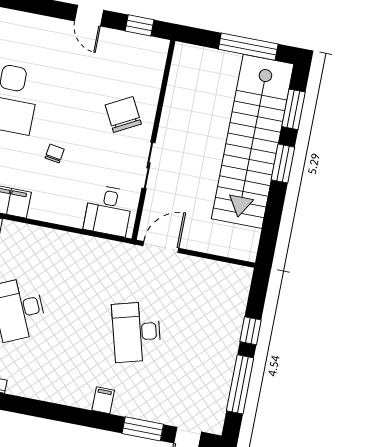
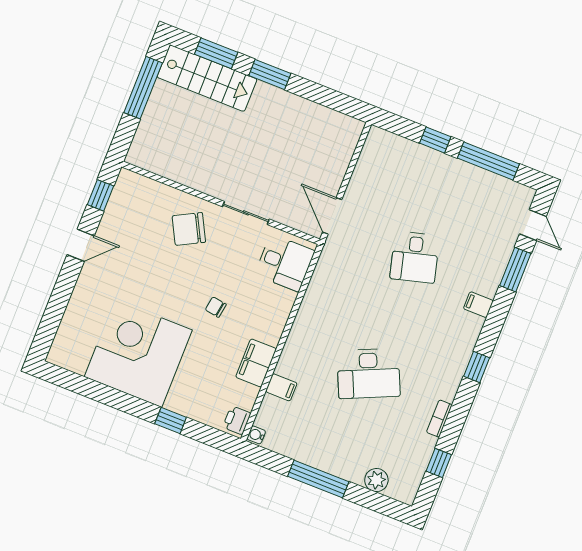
stairs: (253, 141) -> (207, 78), width x0.54, depth x0.66
desk: (137, 332) -> (415, 257), width x0.73
window: (44, 410) -> (477, 367), added

